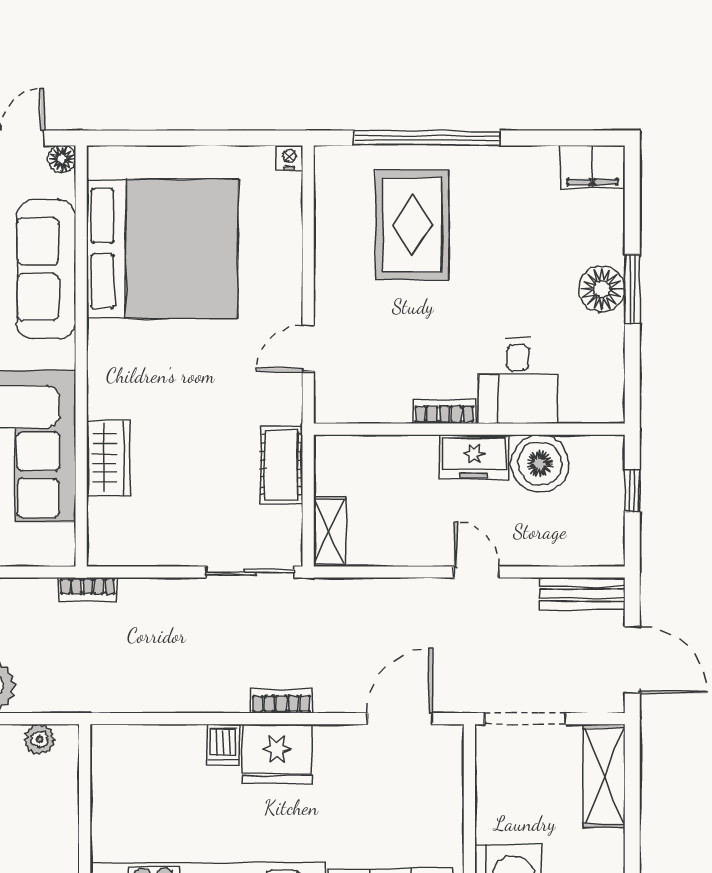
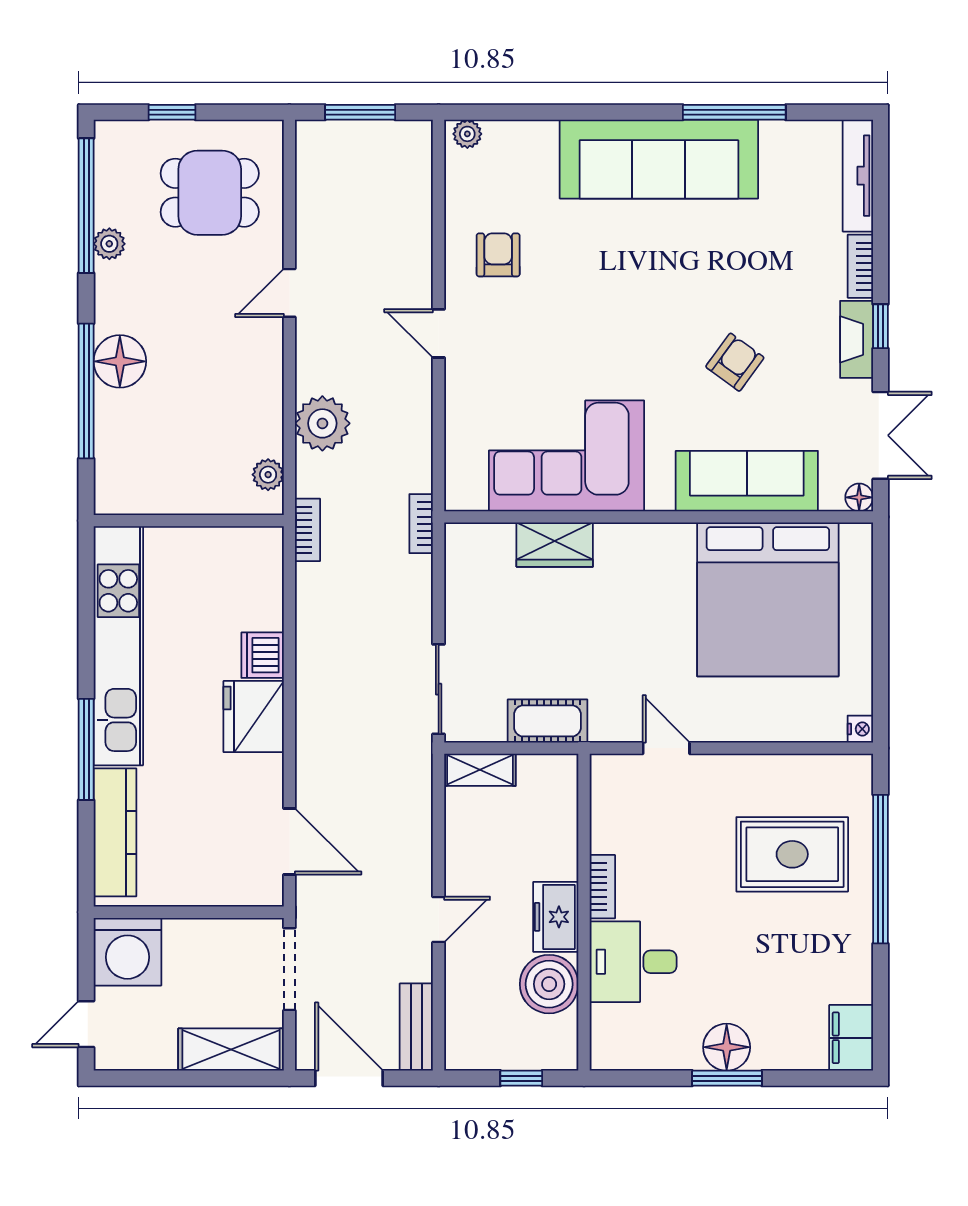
door: (632, 660) -> (349, 1078), swing flipped
bookcase: (281, 701) -> (307, 530), moved
dishwasher: (223, 745) -> (263, 655), width x1.38

